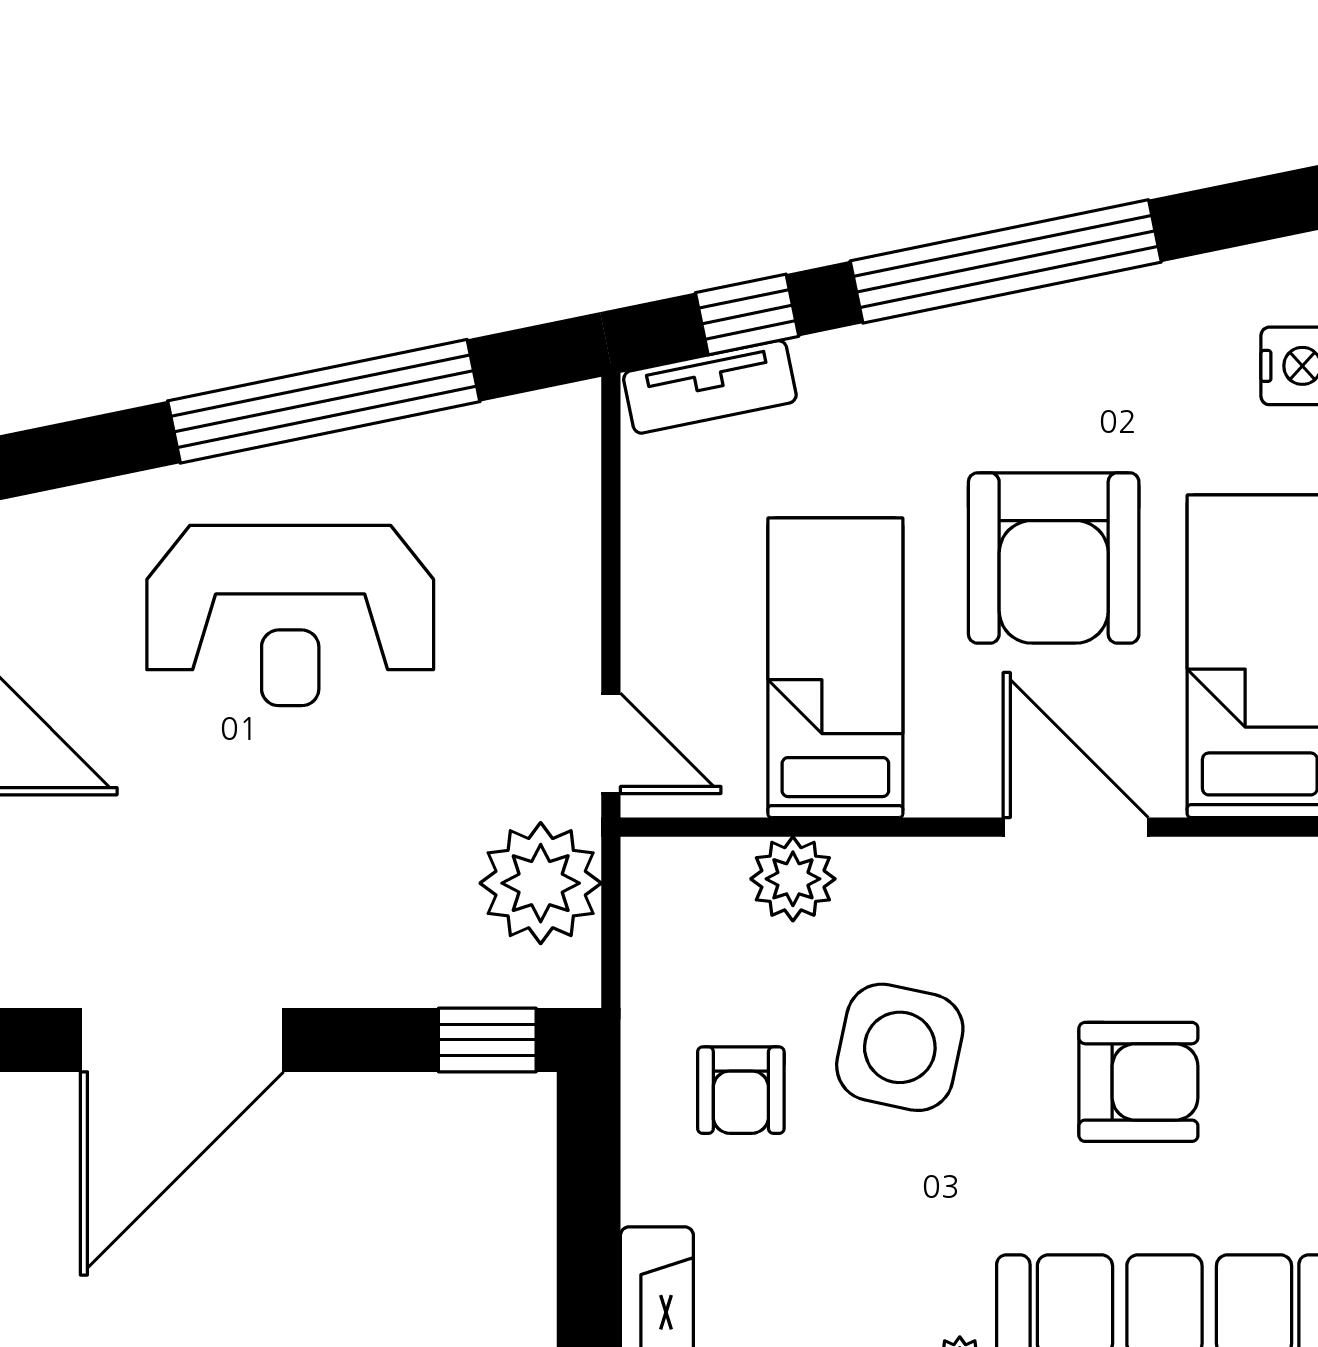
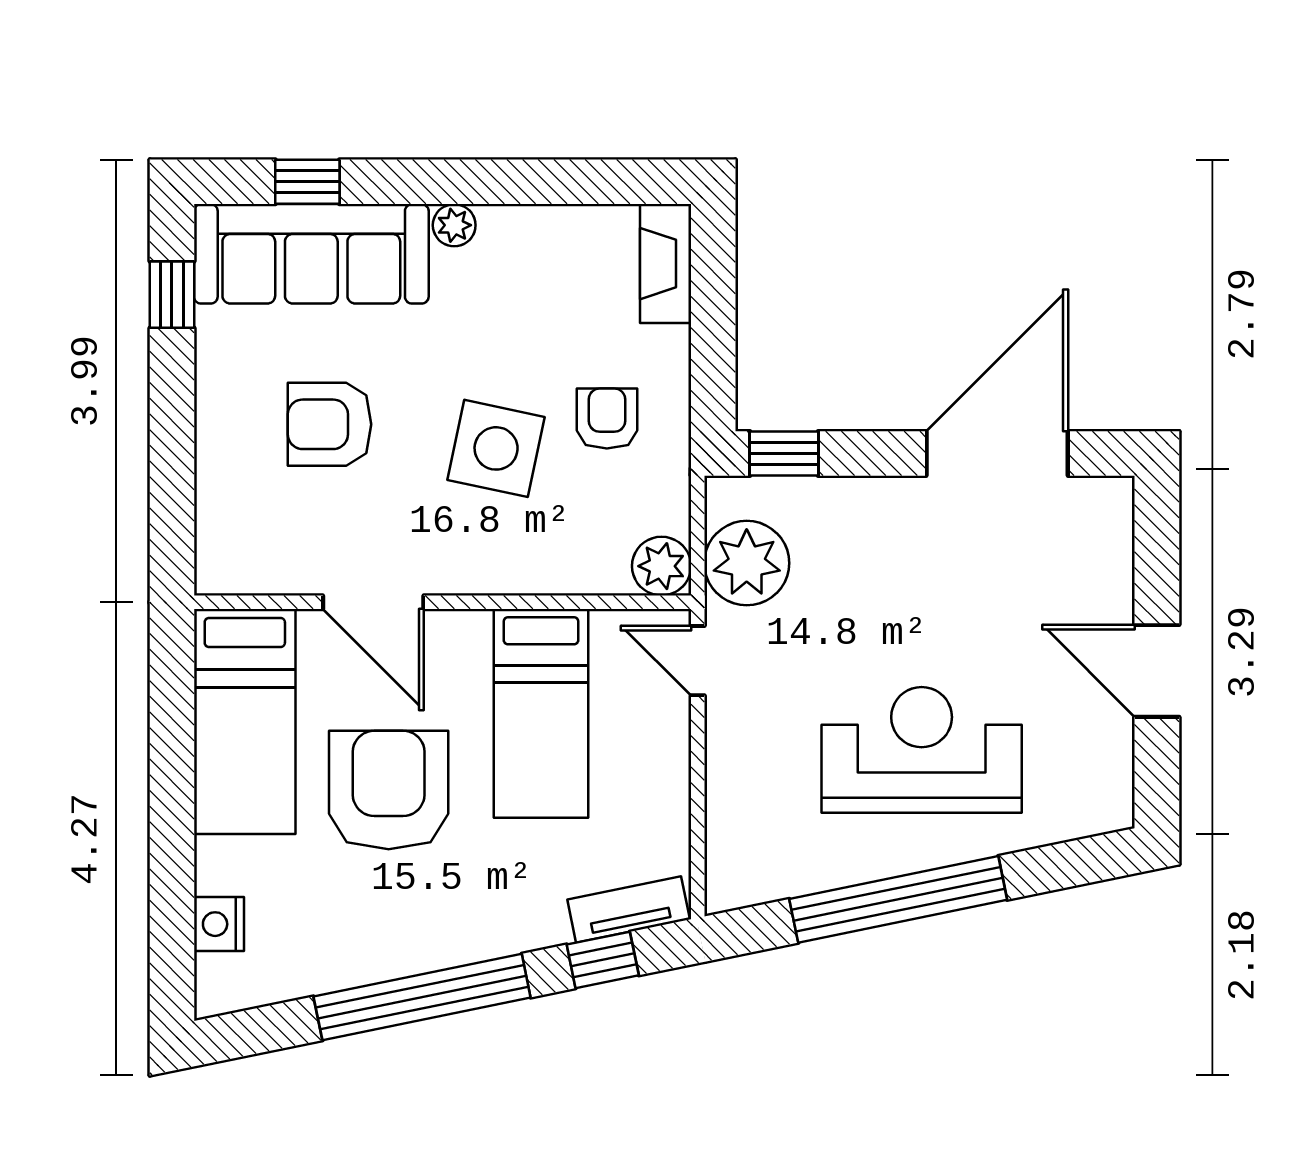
plant: (793, 879) -> (662, 566), moved

